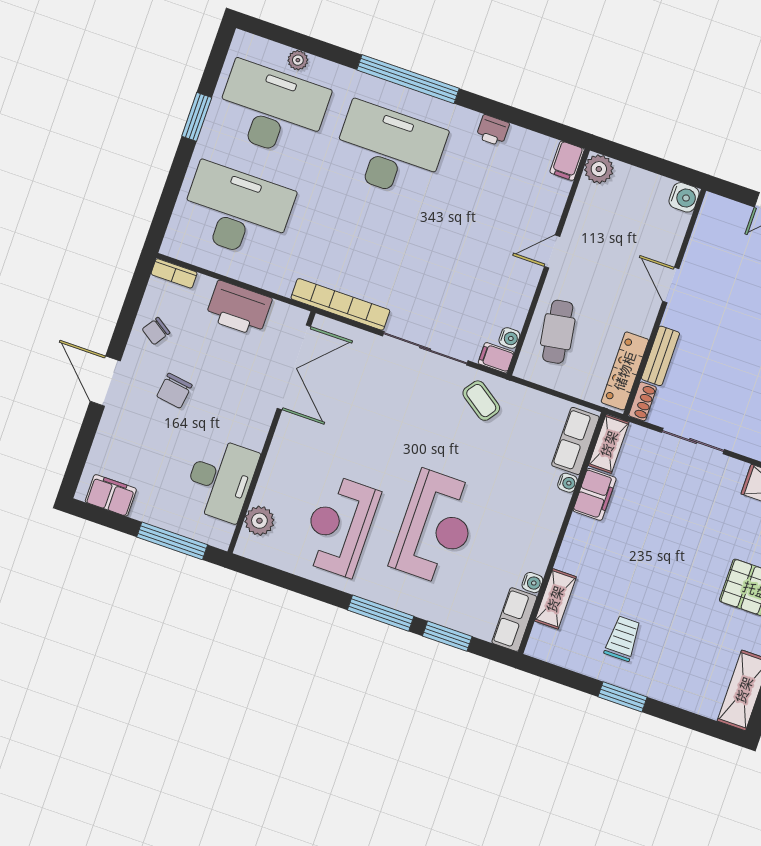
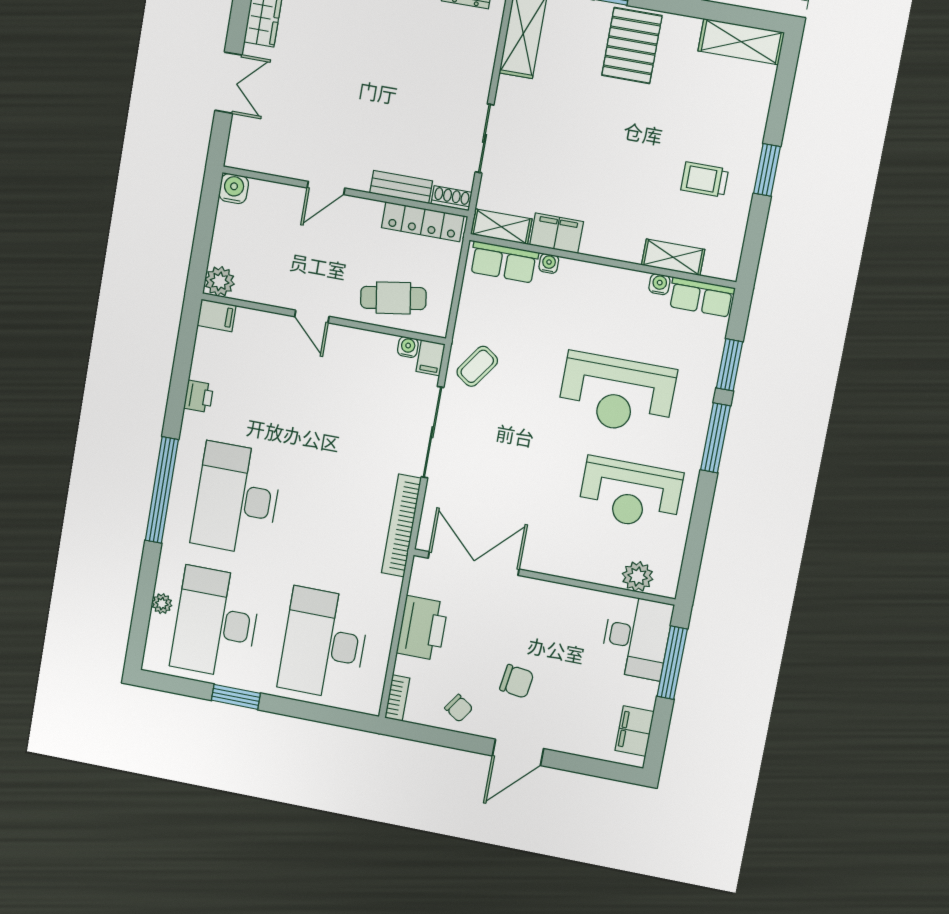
desk: (221, 480) -> (637, 637), moved, turned 90
reception desk: (436, 528) -> (617, 394), turned 180

